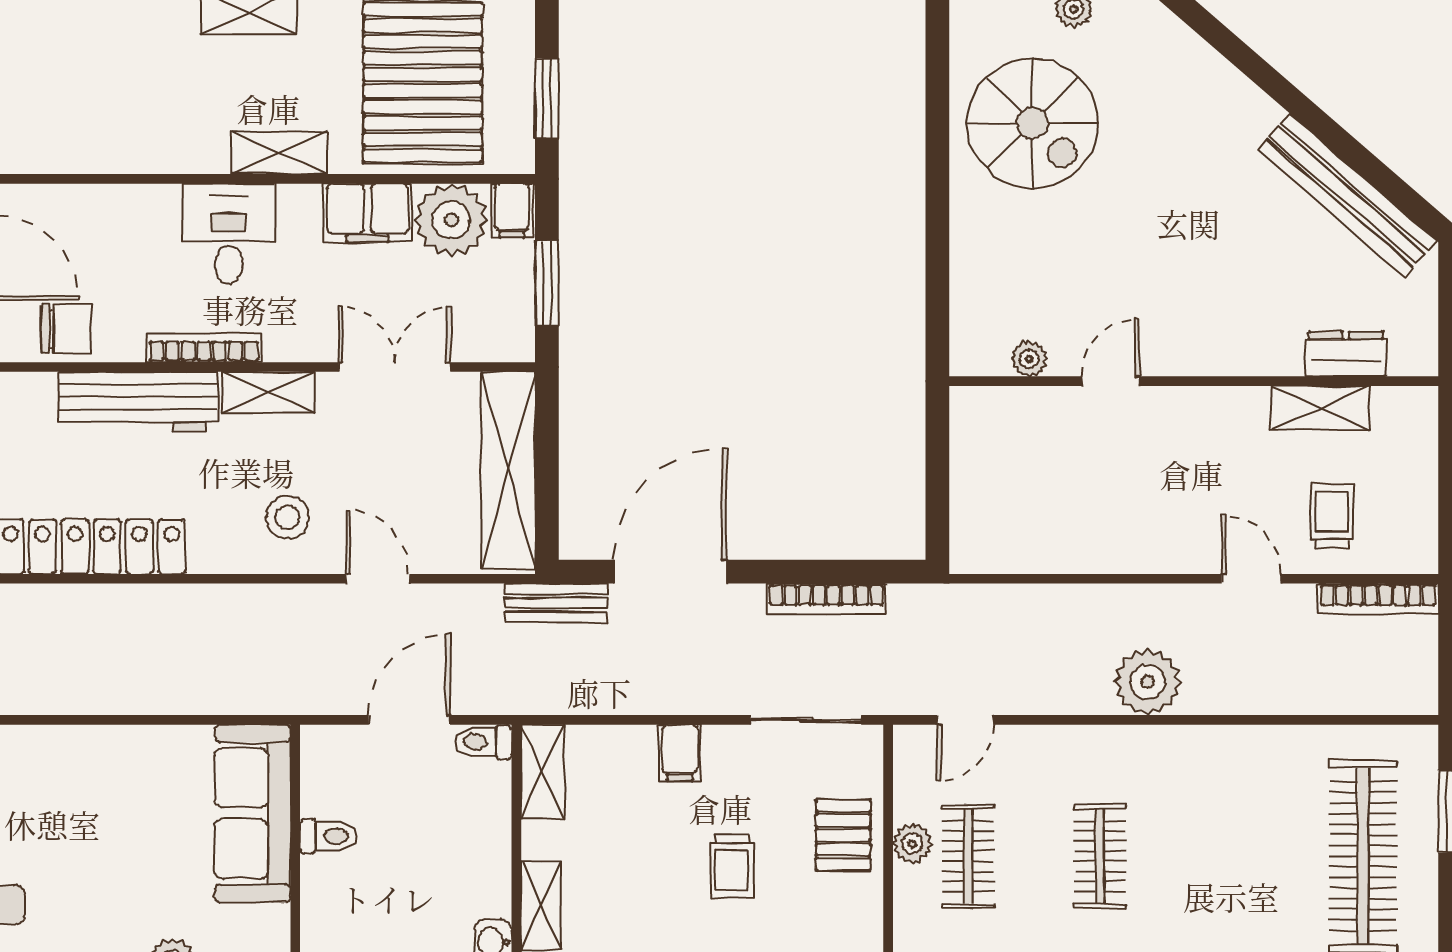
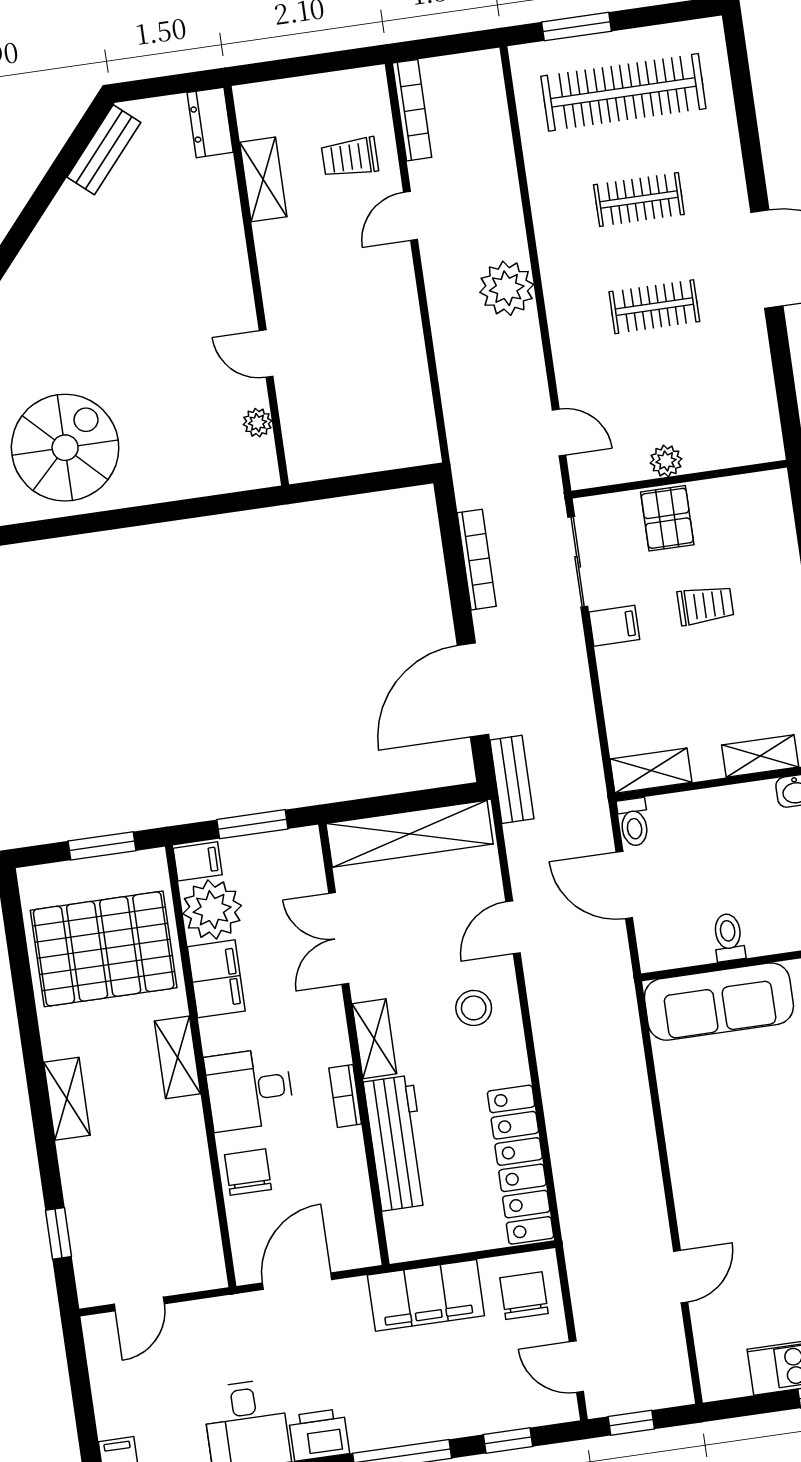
bench: (1347, 195) -> (104, 150), width x0.54, depth x0.82
chair: (67, 329) -> (248, 1172), moved
bookcase: (204, 348) -> (345, 1096), width x0.64
dresser: (1346, 354) -> (210, 122), moved
door: (670, 572) -> (473, 690), hinge flipped
filing cabinet: (680, 753) -> (614, 626), moved
pallet: (843, 835) -> (667, 518), turned 90
clothes rail: (968, 856) -> (639, 200), moved

